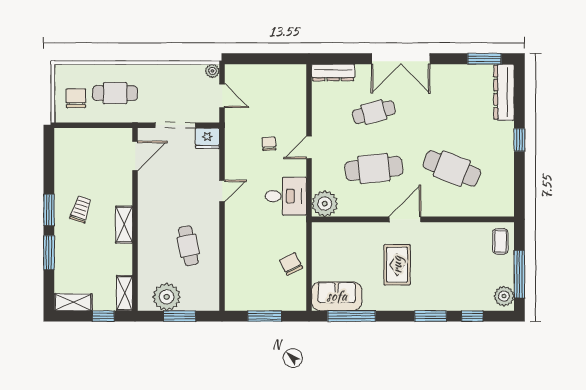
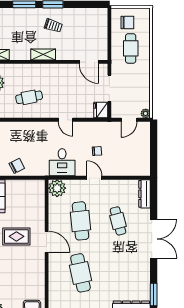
double door: (401, 59) -> (154, 239), swing flipped
cafe table: (452, 169) -> (80, 273), turned -33

